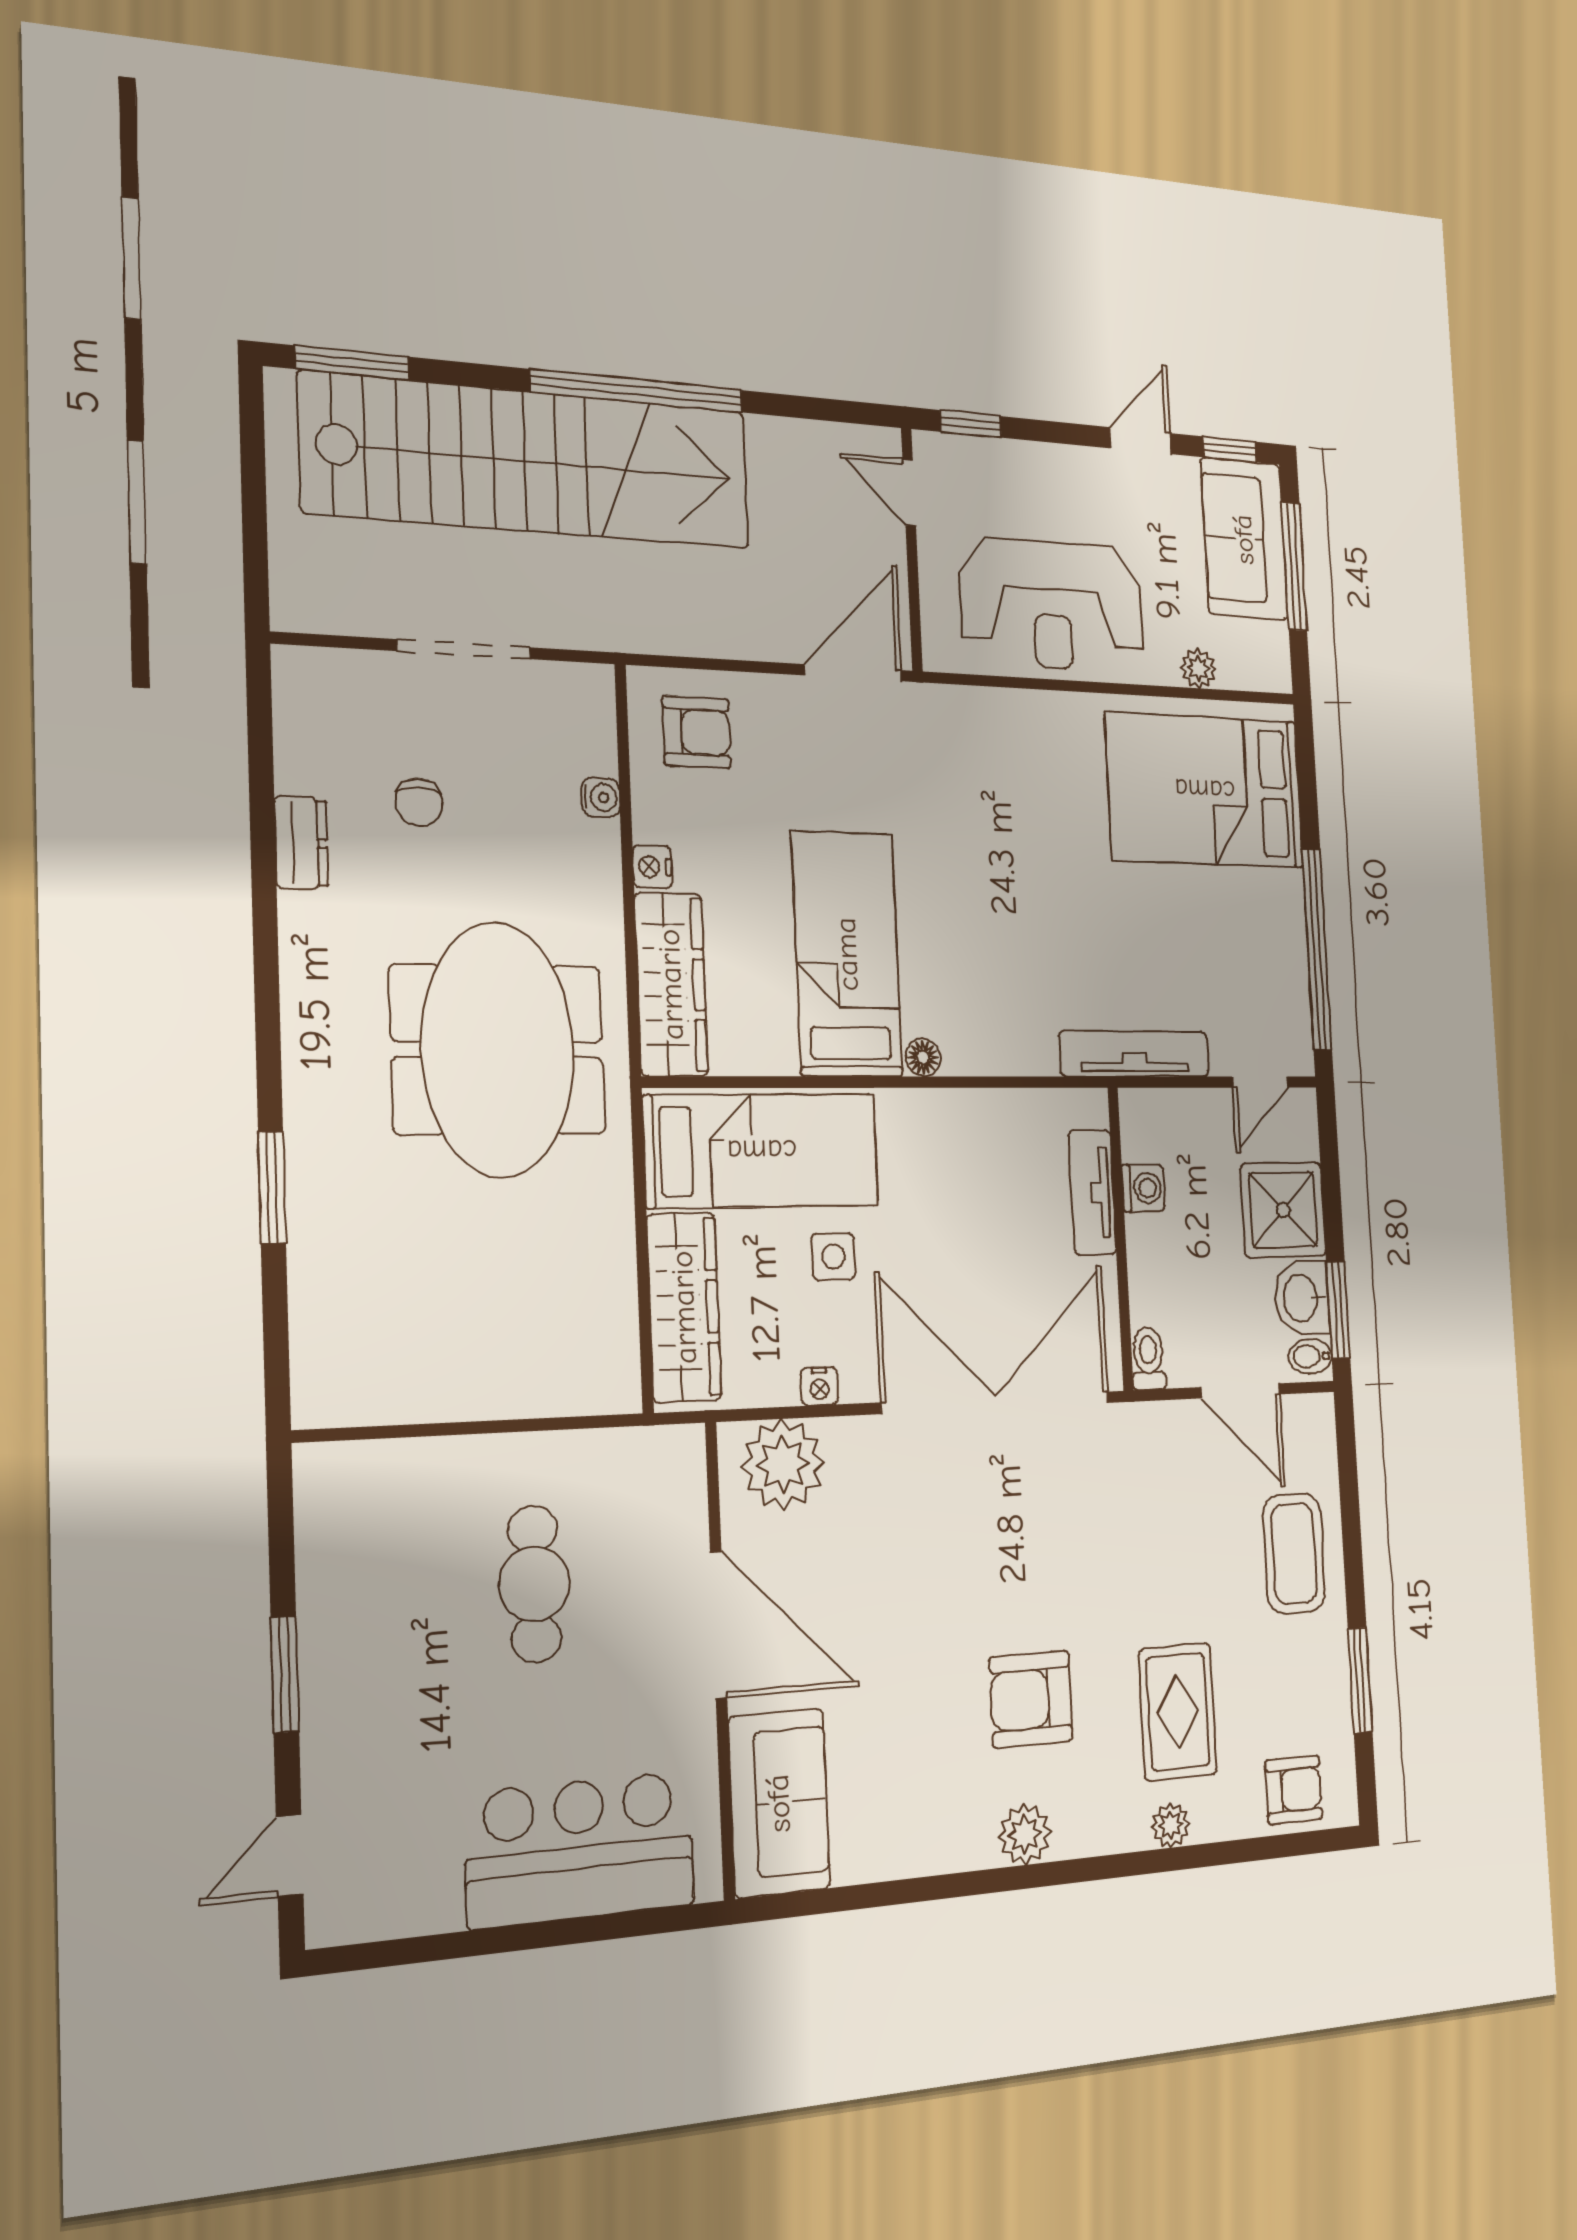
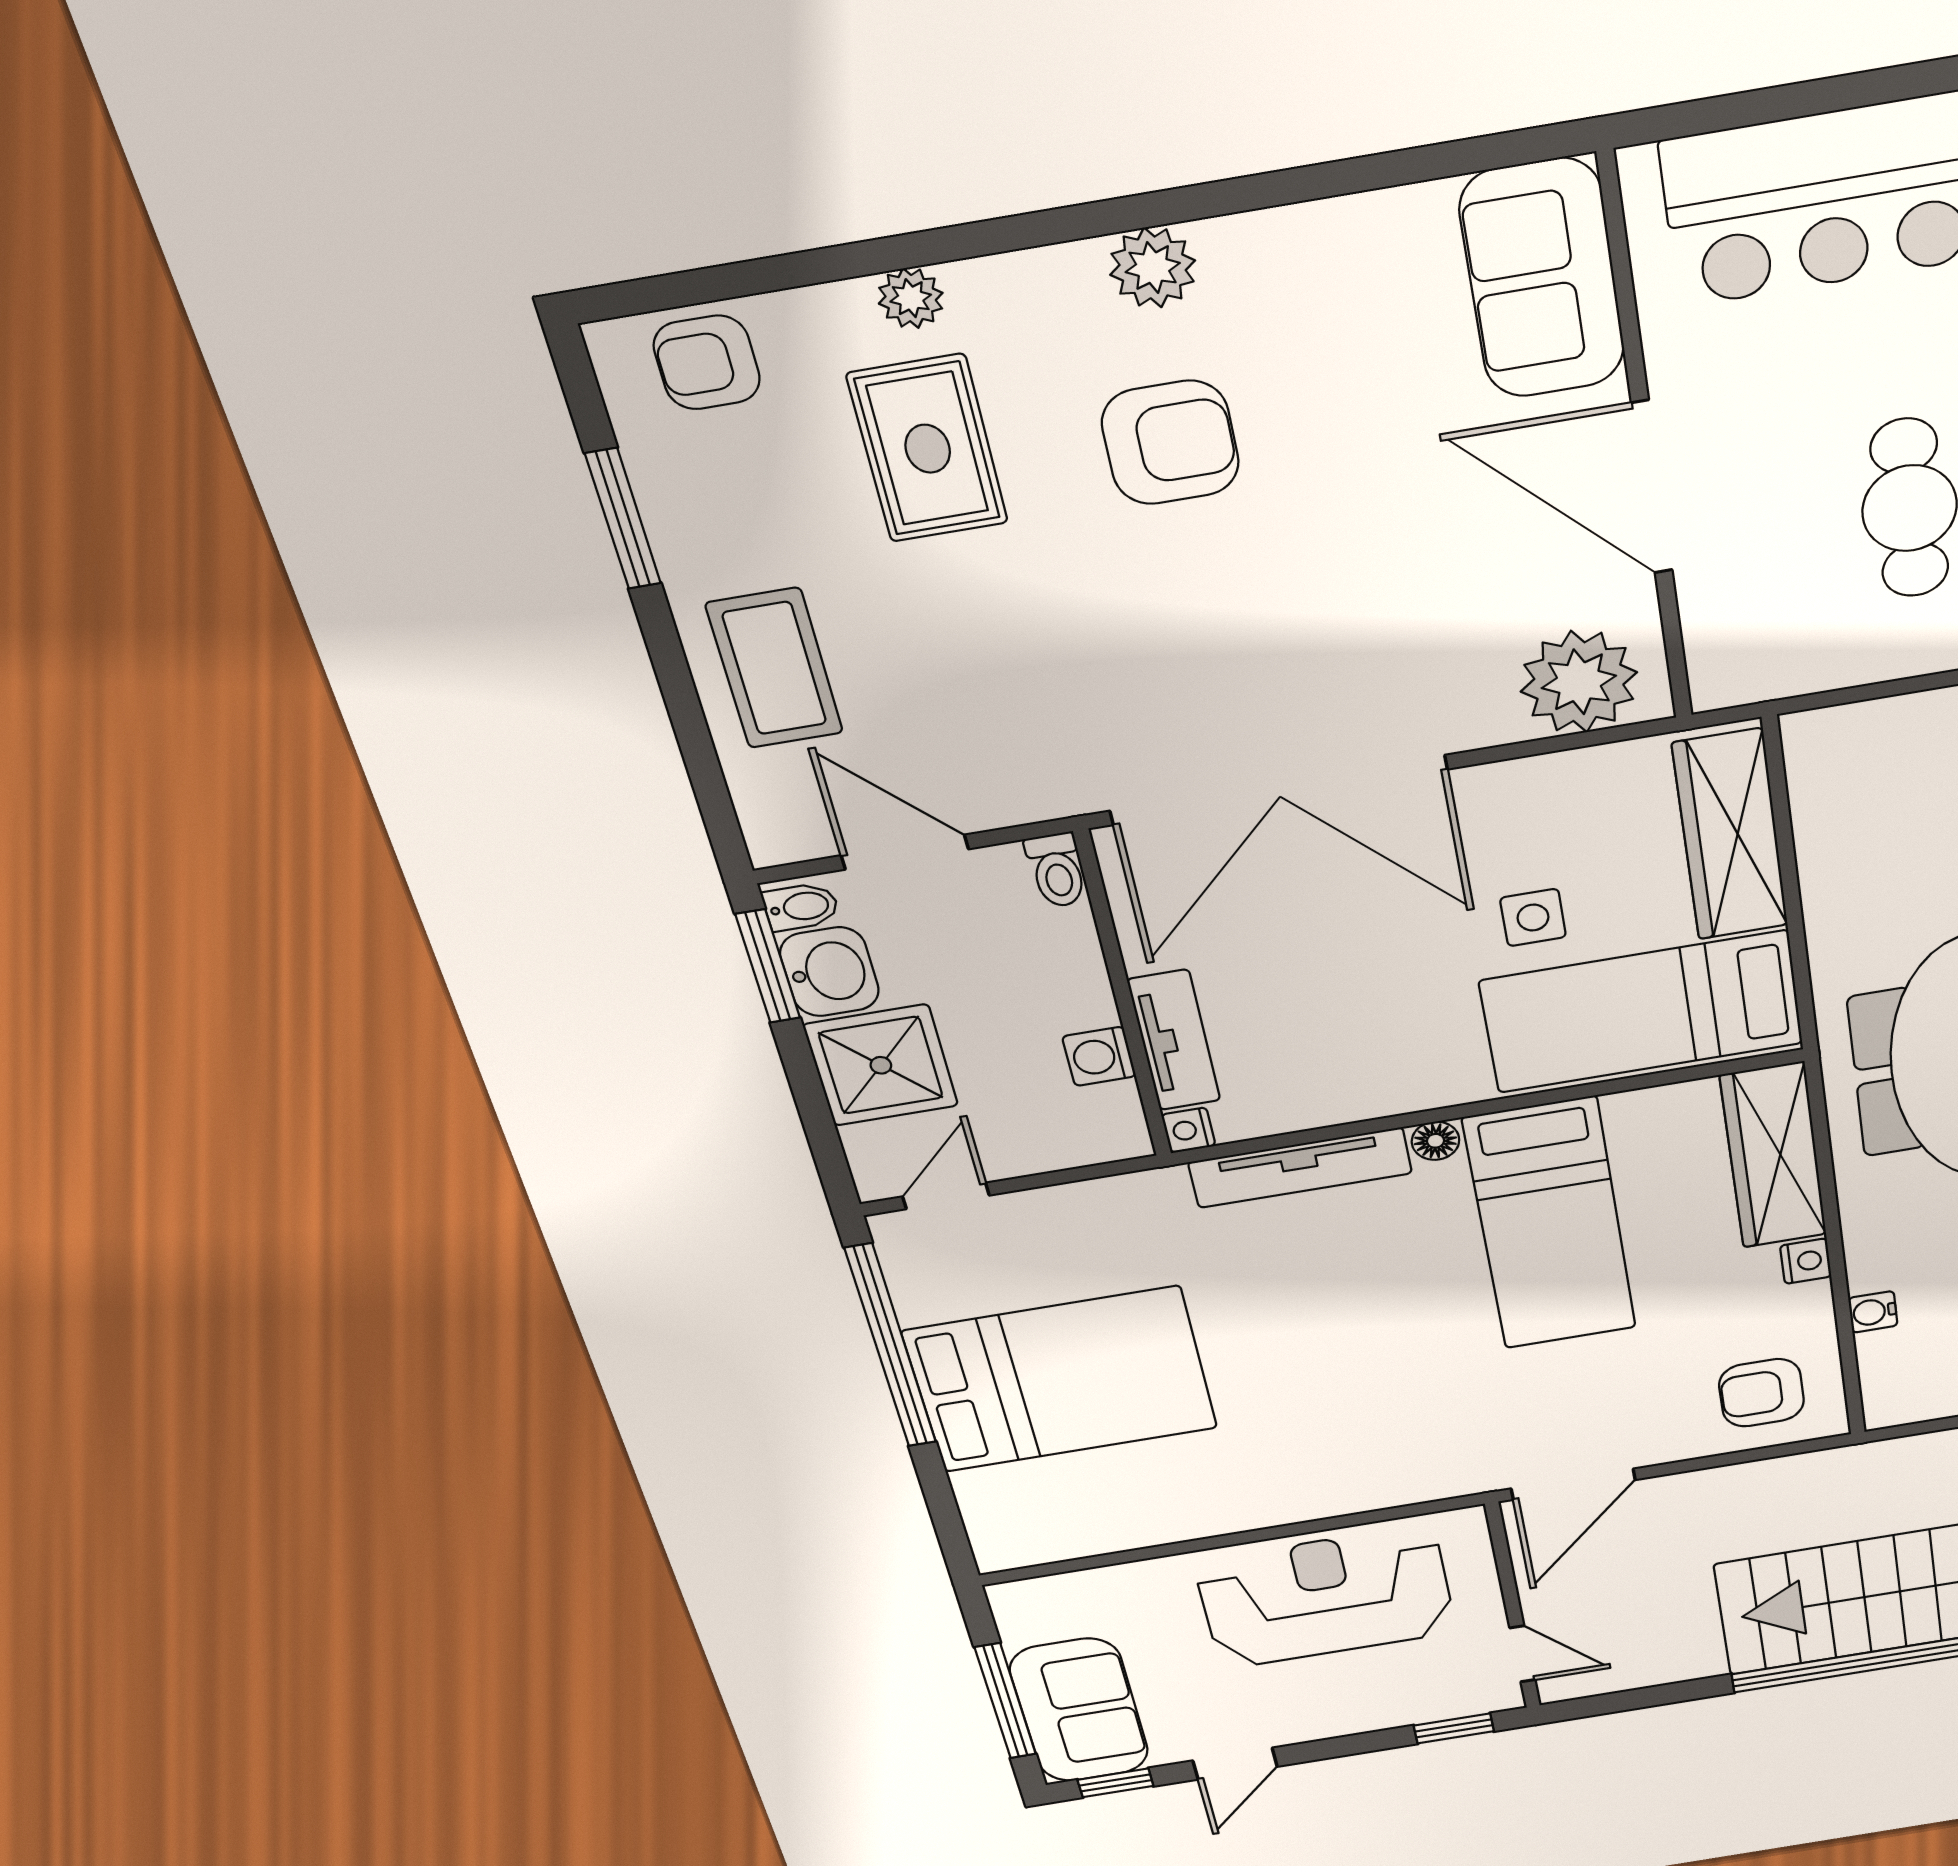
plant: (1198, 668) -> (1119, 1582), removed
bed: (1205, 790) -> (1061, 1380), moved
tv unit: (1134, 1054) -> (1300, 1168), moved
nightstand: (820, 1386) -> (1188, 1130), moved, turned -90

